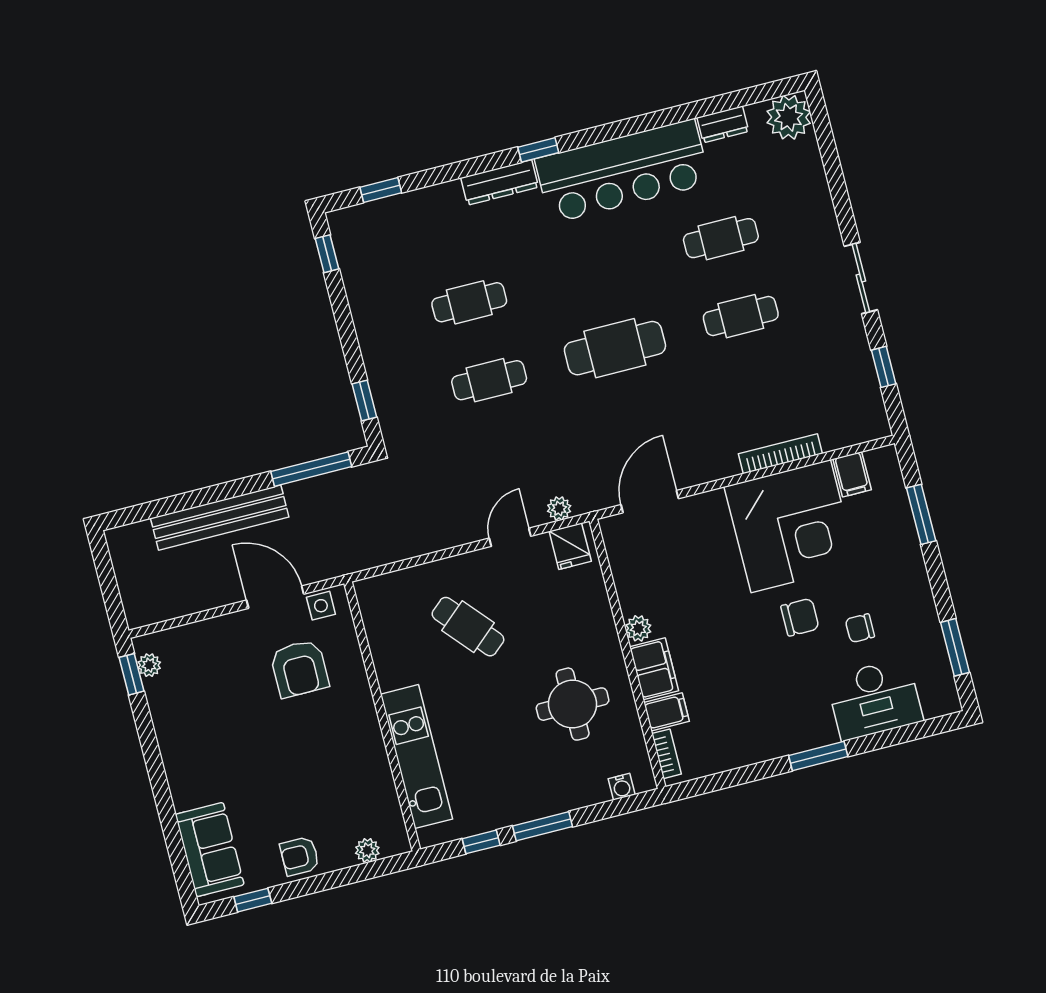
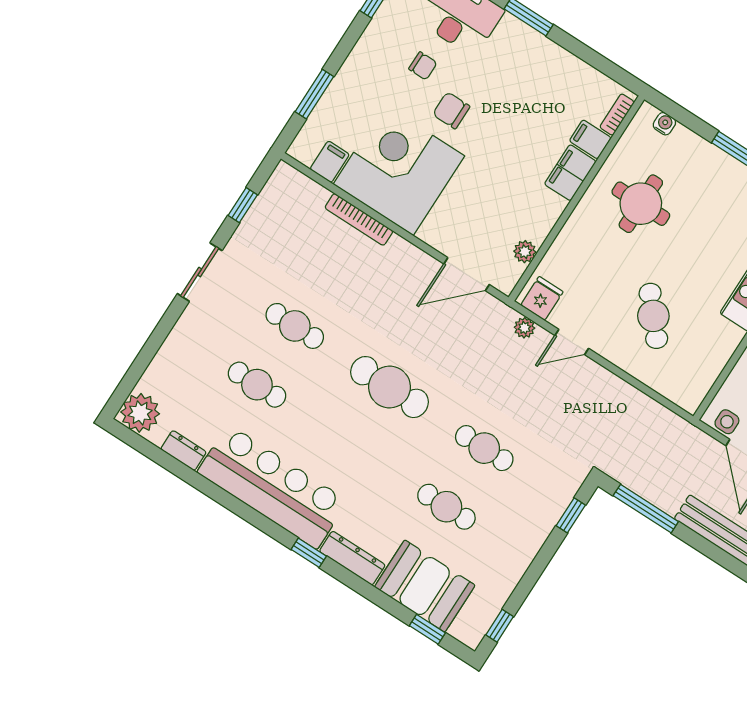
booth: (419, 222) -> (425, 586), added
plant: (638, 628) -> (525, 252), moved

